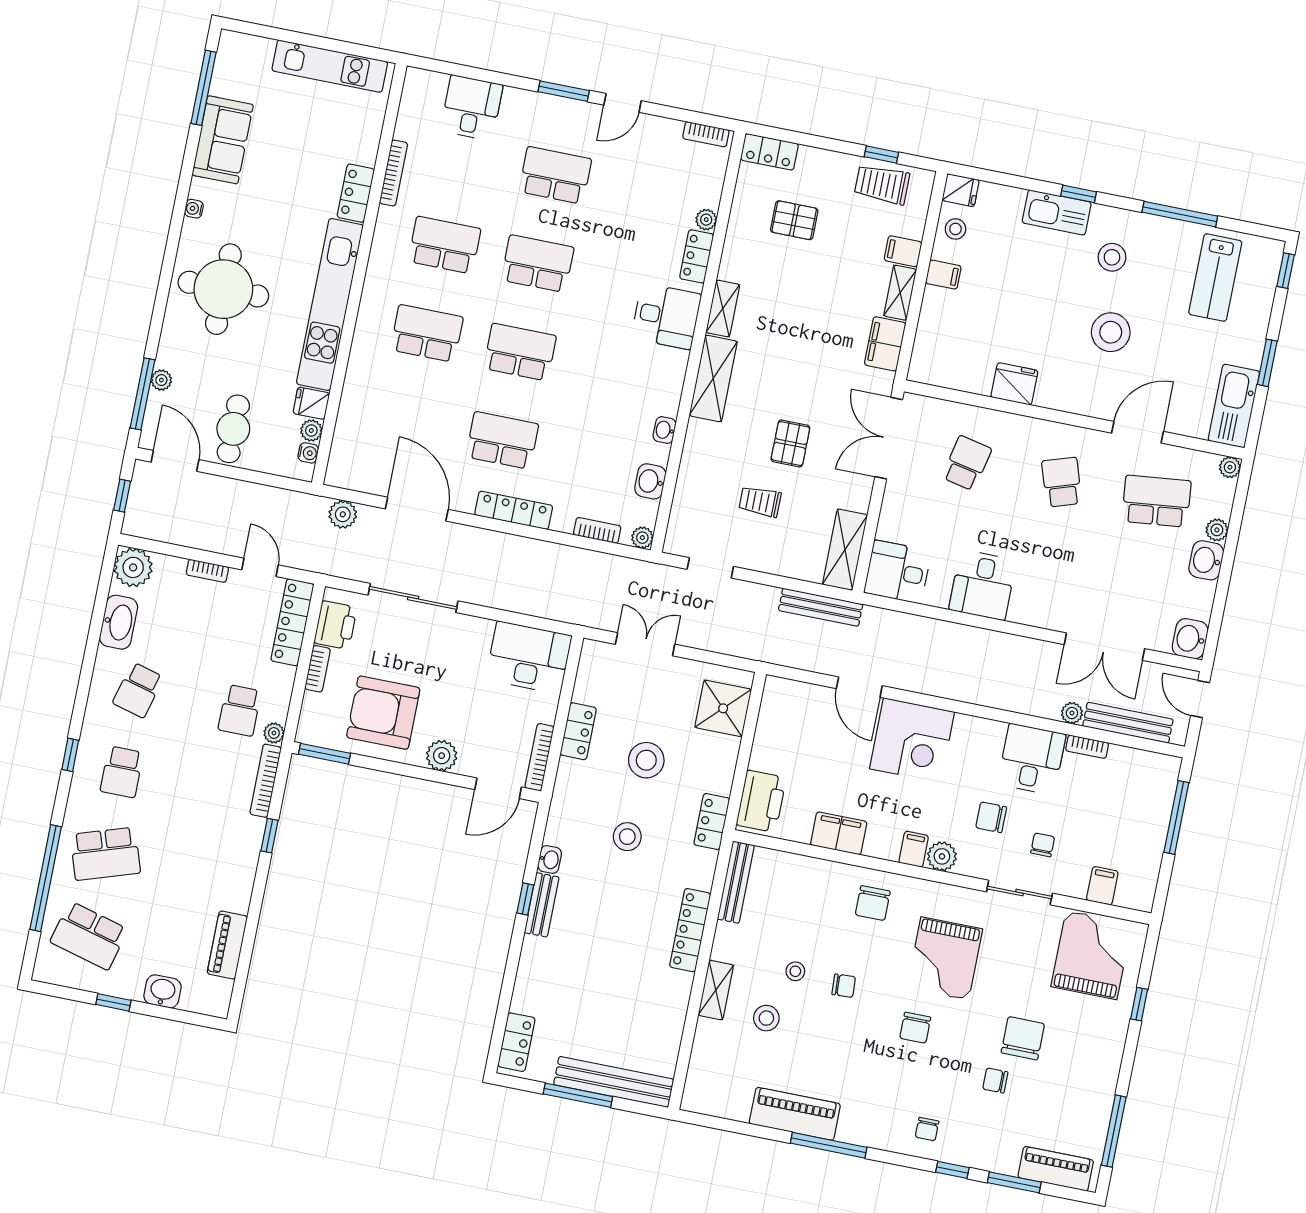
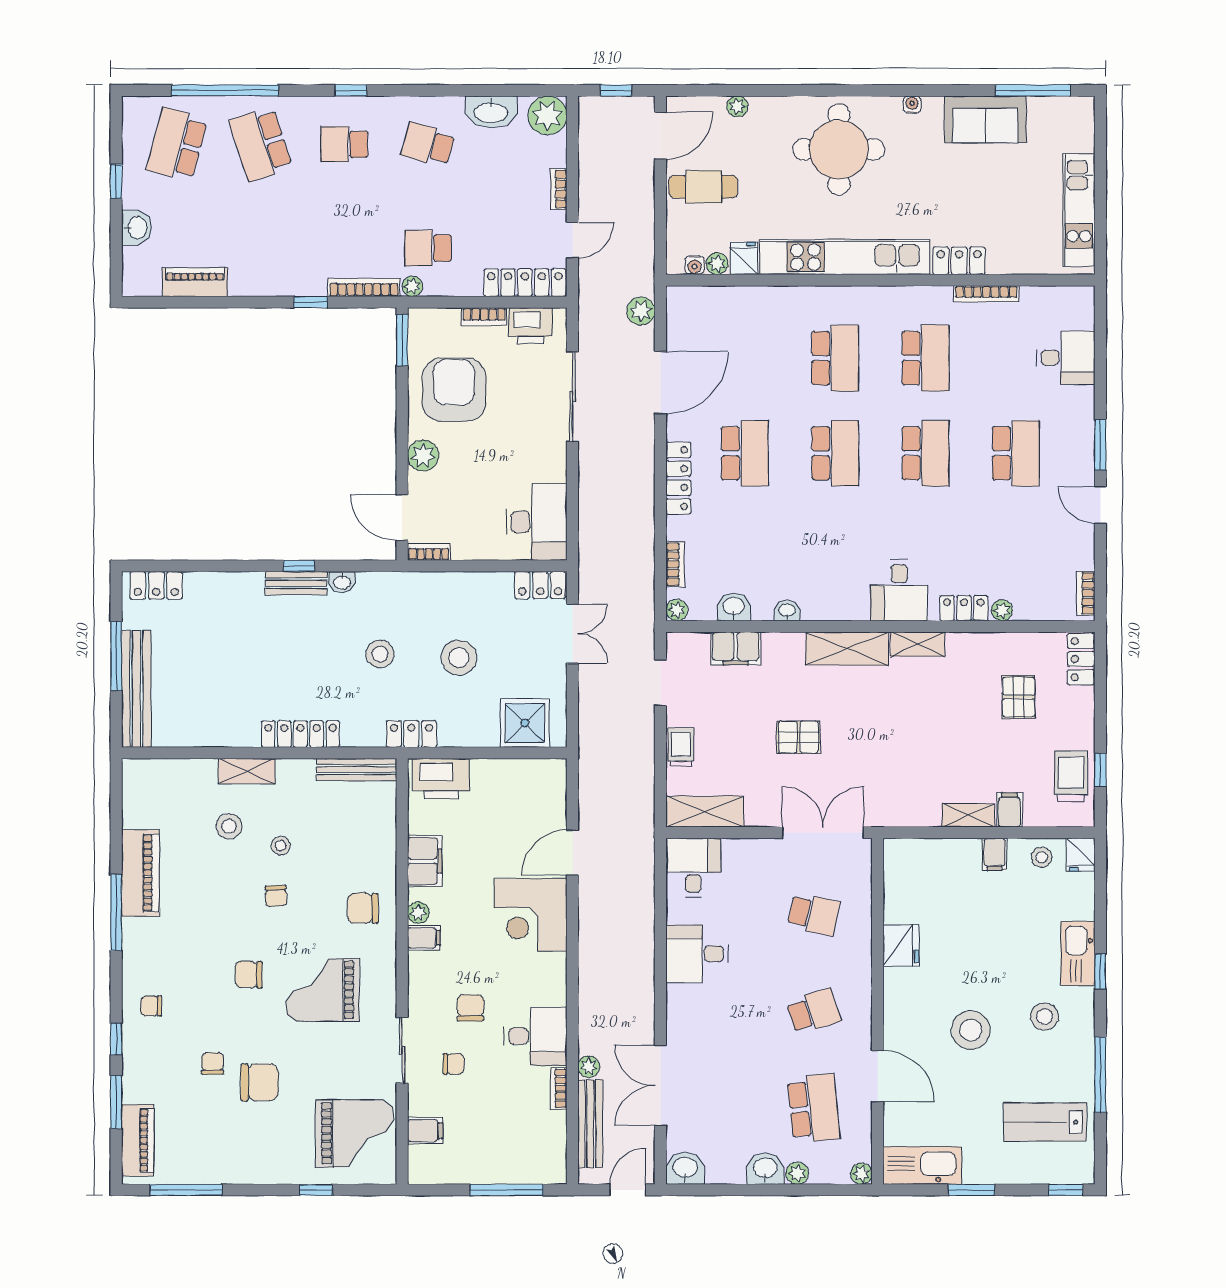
filing cabinet: (885, 344) -> (736, 648), moved, turned 180
window: (142, 394) -> (720, 90), removed
trolley: (760, 502) -> (681, 747), moved
bench: (821, 607) -> (643, 799), removed
locker: (578, 731) -> (540, 585), moved
bookcase: (539, 757) -> (429, 552), width x0.64
plant: (942, 856) -> (418, 913), moved, width x0.73, depth x0.73

